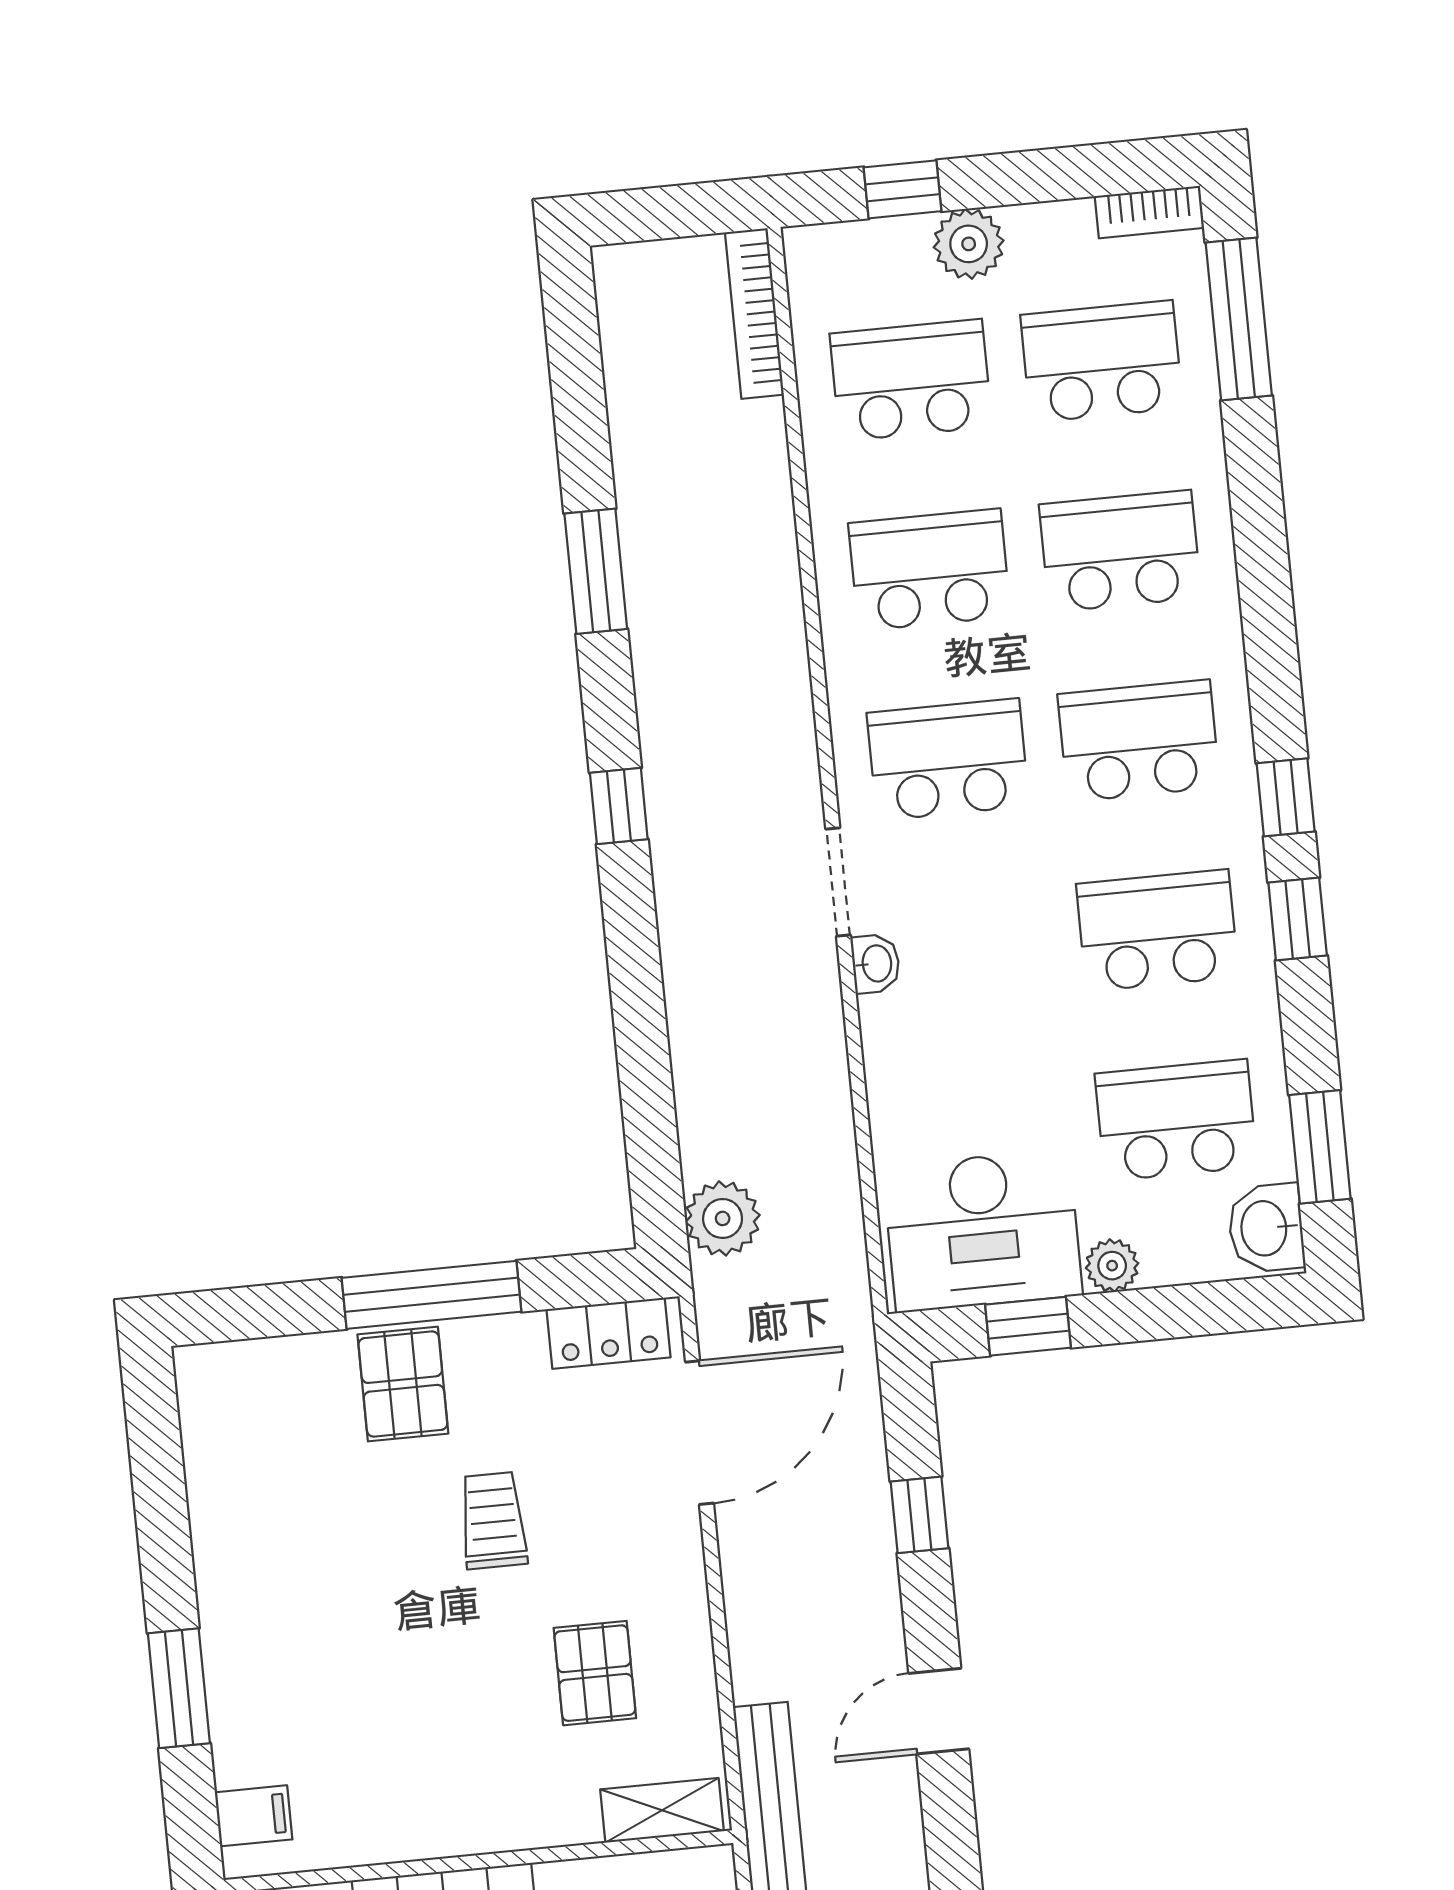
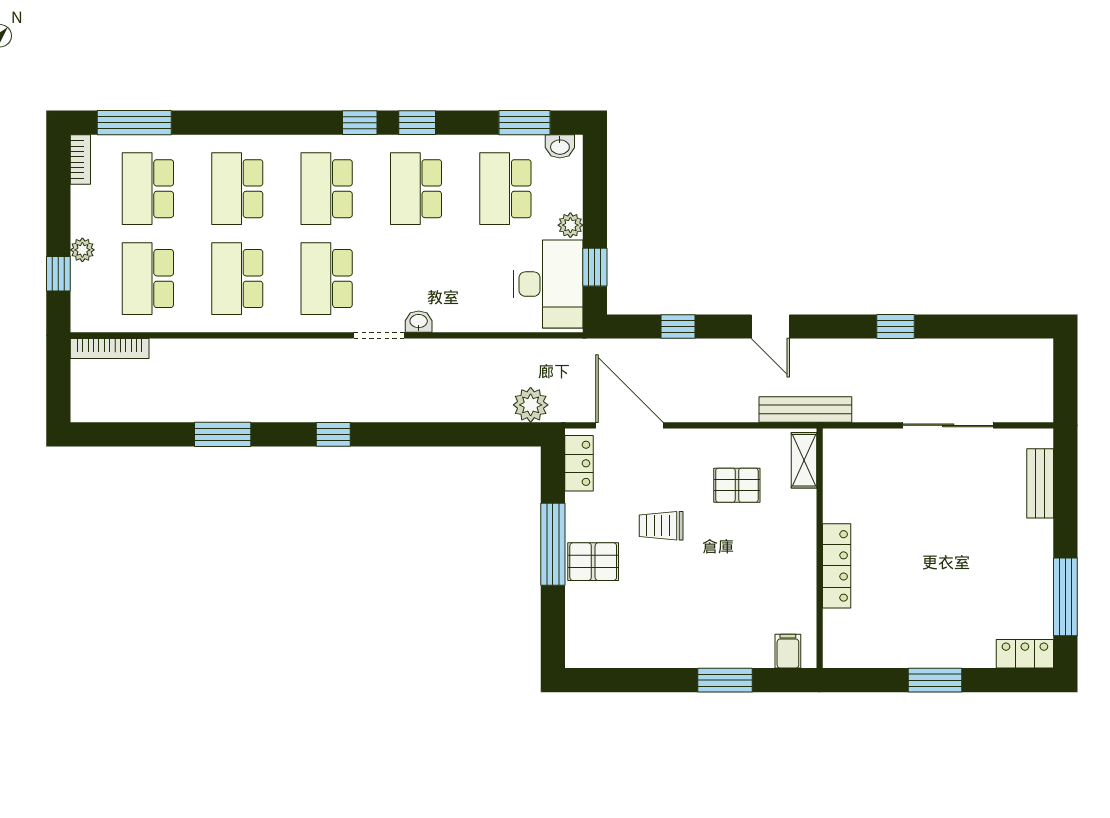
plant: (969, 244) -> (82, 250), width x0.73, depth x0.73
washbasin: (1266, 1228) -> (560, 146), width x0.72, depth x0.69

